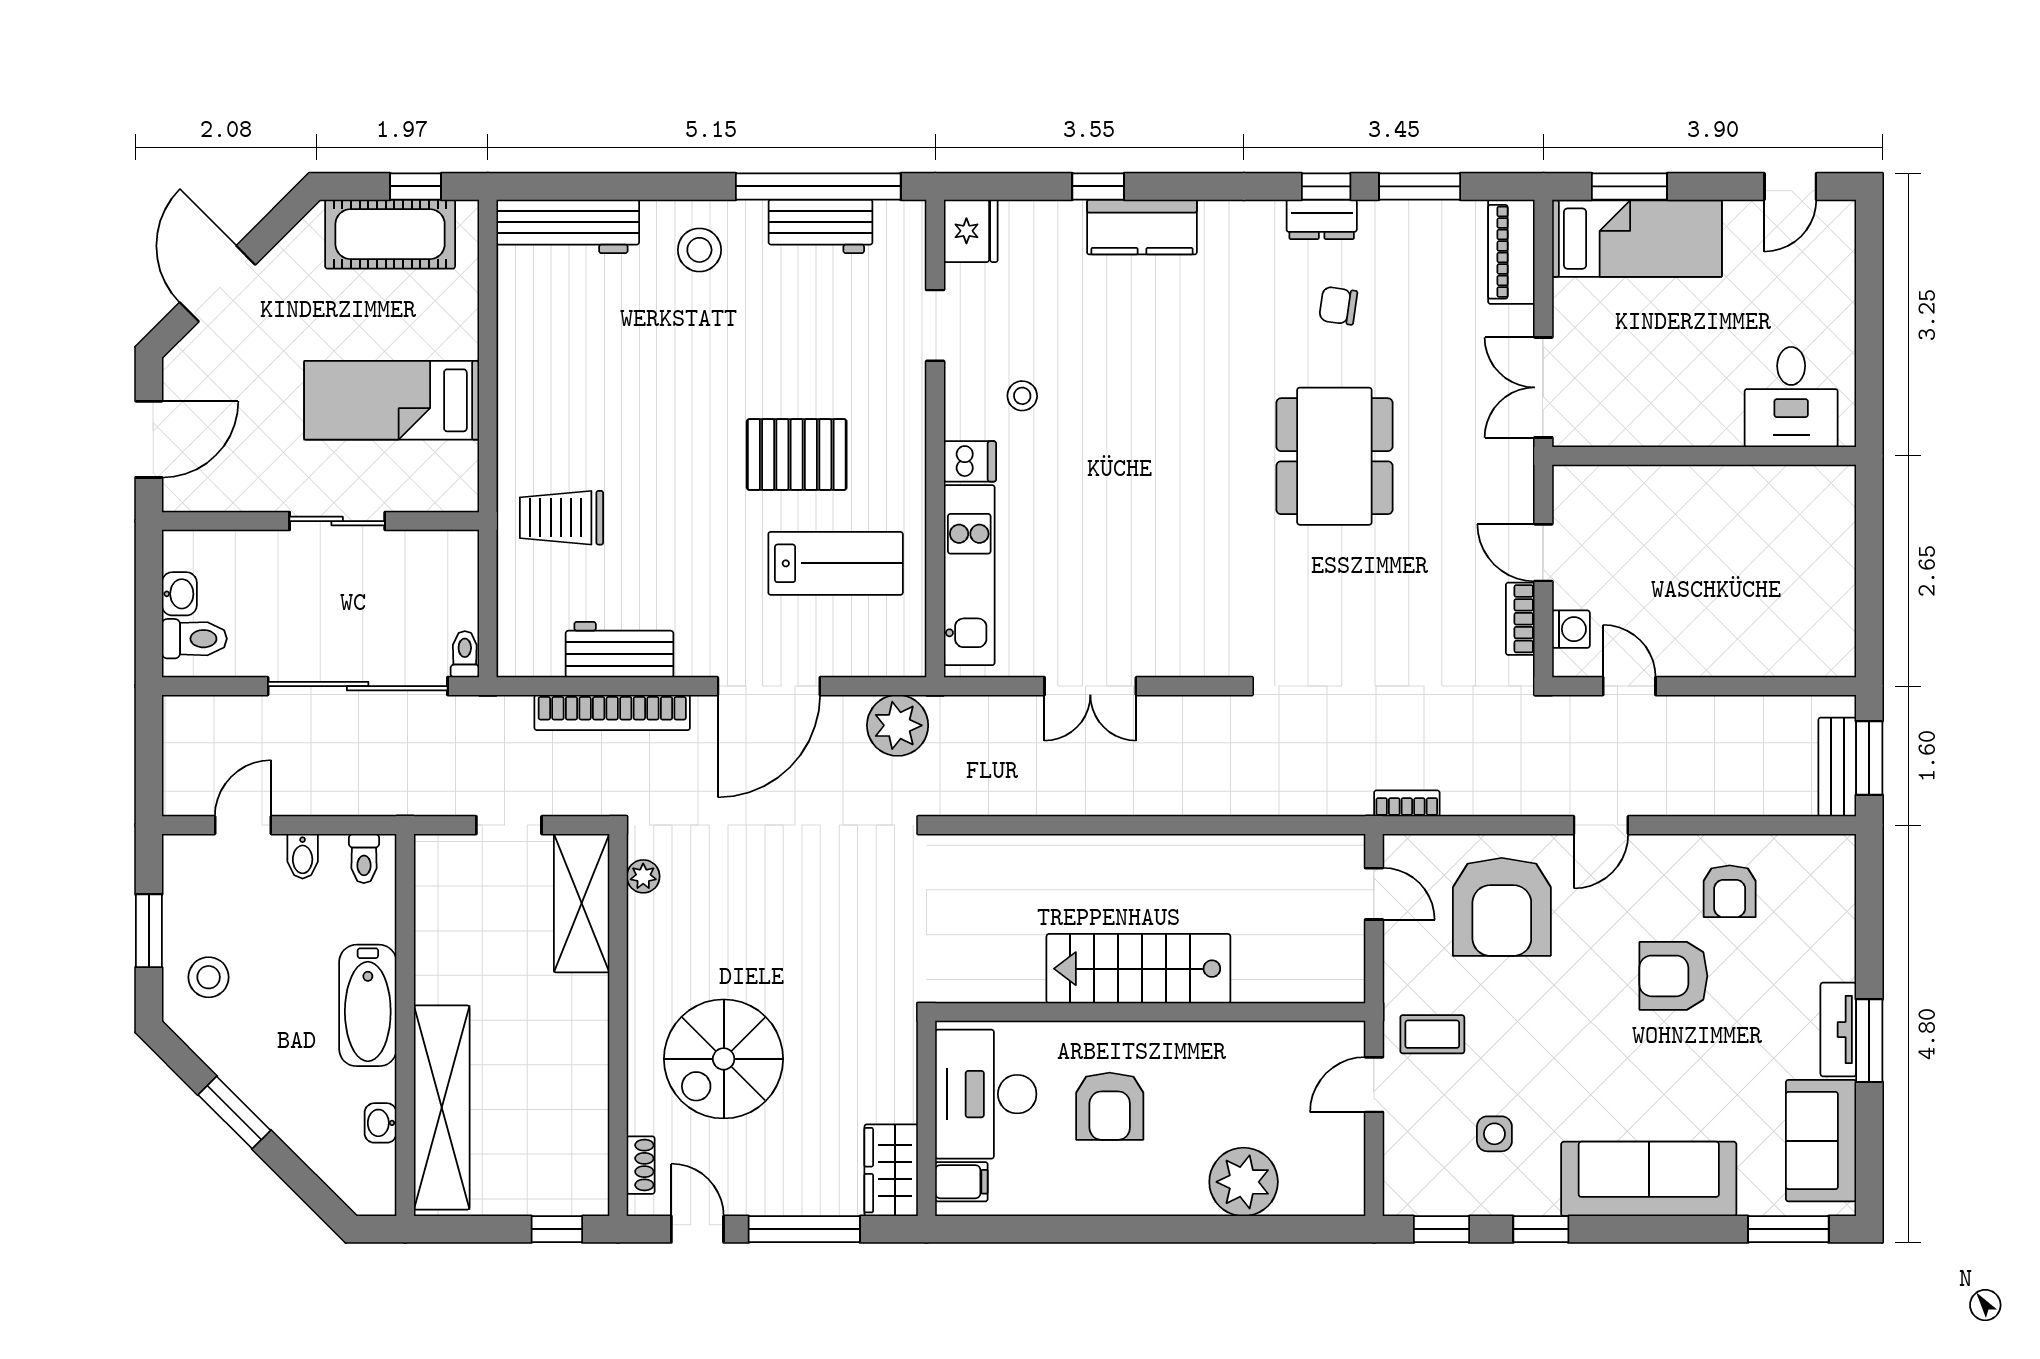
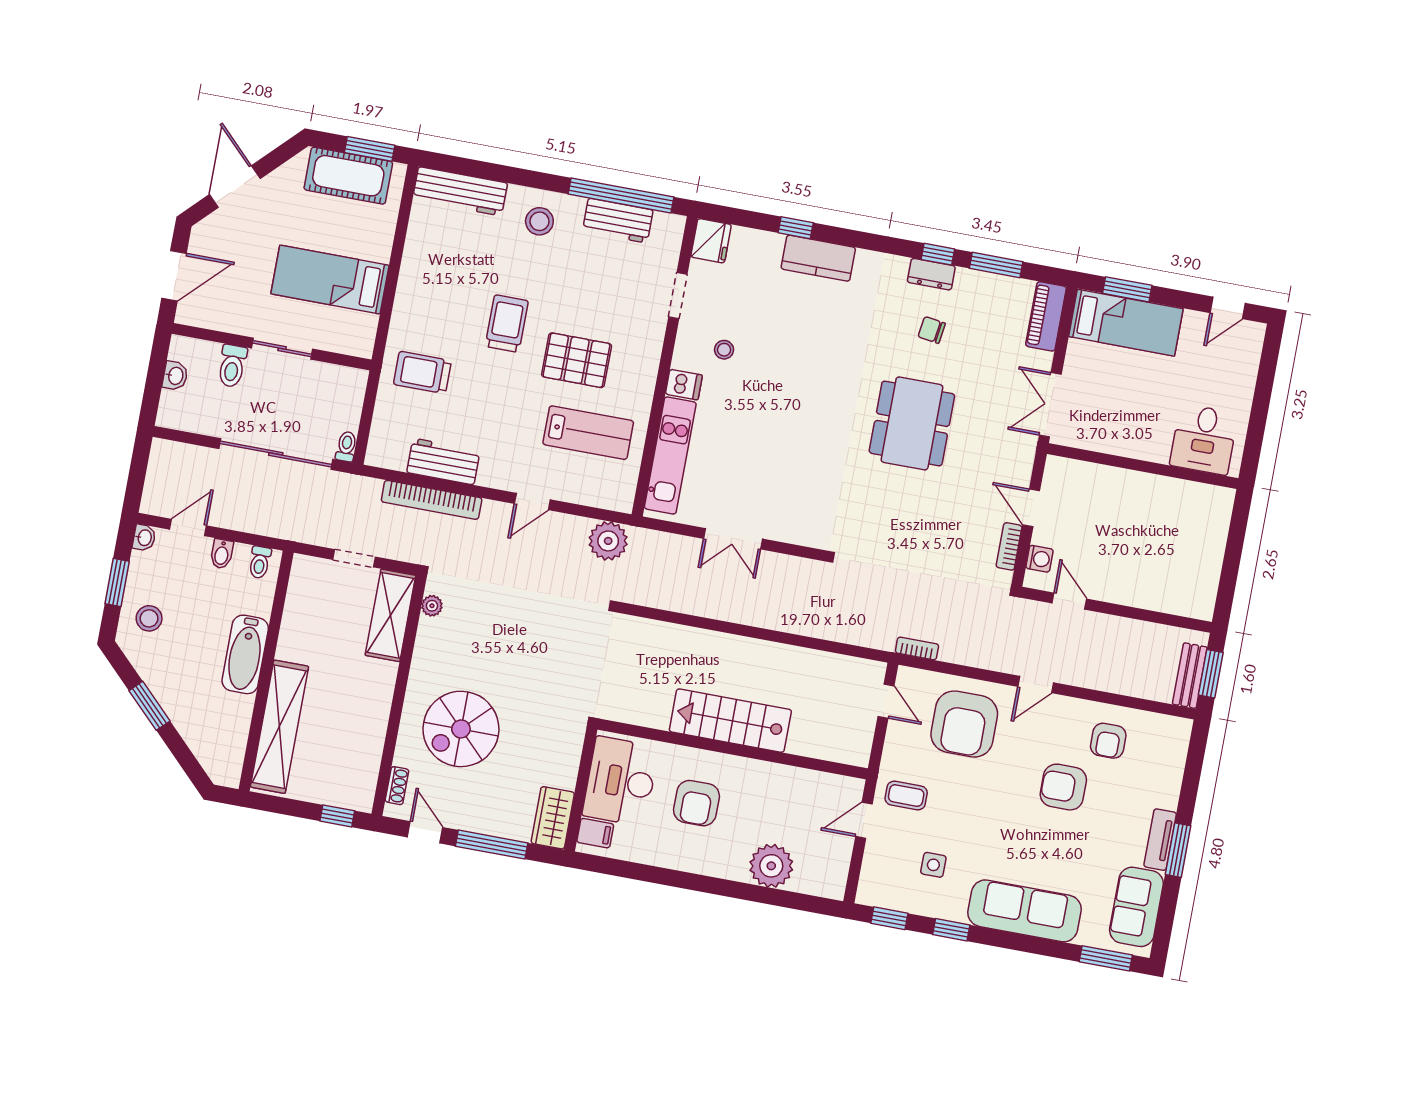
window: (416, 186) -> (370, 149), width x1.50
trolley: (678, 418) -> (507, 324), added
toilet: (194, 639) -> (232, 366), moved, turned 90
door: (769, 686) -> (532, 502), width x0.53
washbasin: (381, 1123) -> (144, 538), moved, turned 180

